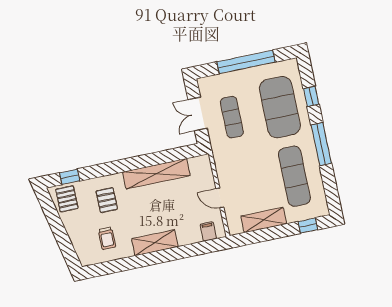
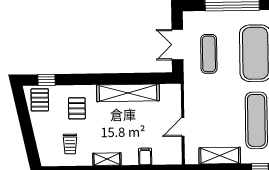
door: (220, 198) -> (183, 127), hinge flipped
filing cabinet: (208, 231) -> (145, 156), moved
shelving: (155, 243) -> (107, 159), width x0.67, depth x0.75

